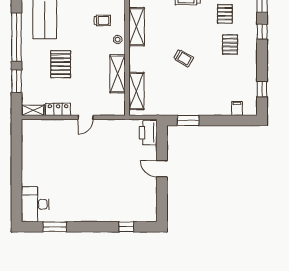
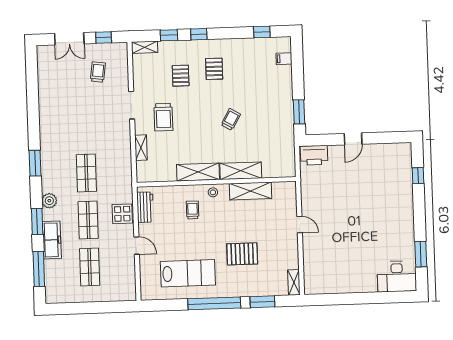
pallet: (225, 14) -> (181, 76), turned 90
pallet: (230, 45) -> (214, 69), turned 90
shelving: (136, 91) -> (241, 171), moved
locker: (58, 109) -> (292, 255), removed

